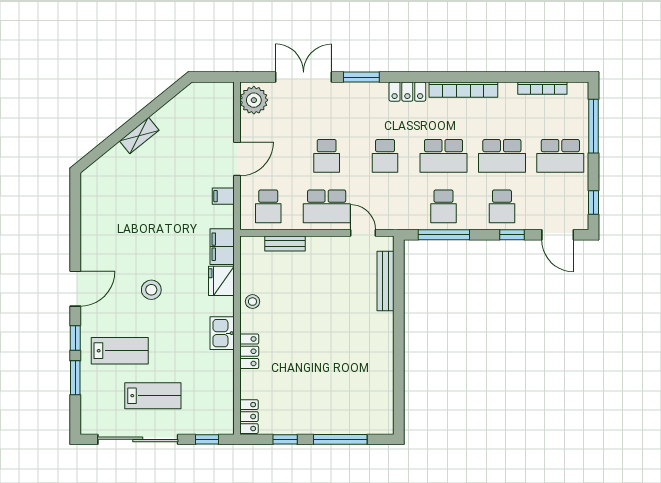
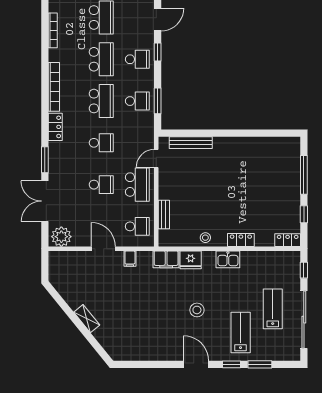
window: (444, 235) -> (158, 101), width x0.69

